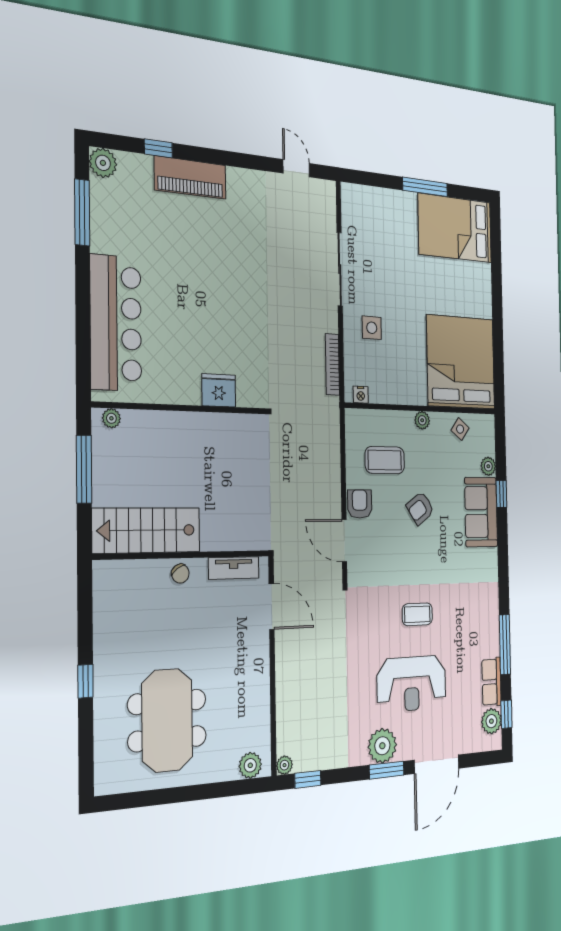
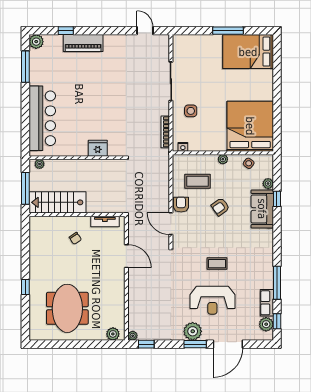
stairs: (147, 530) -> (57, 202), moved
wall: (183, 555) -> (77, 215), moved
tv unit: (234, 568) -> (105, 221), moved

